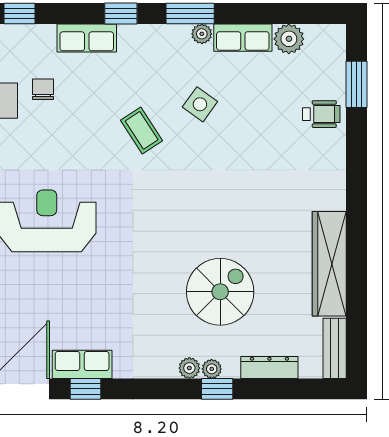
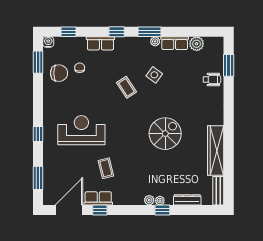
spiral stairs: (220, 292) -> (165, 134), moved
coffee table: (98, 301) -> (106, 168), added

